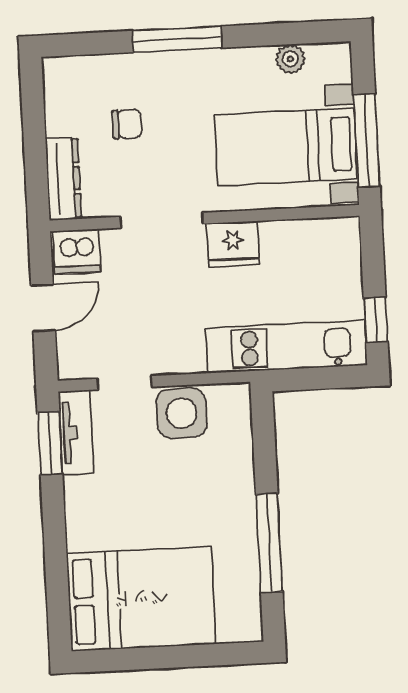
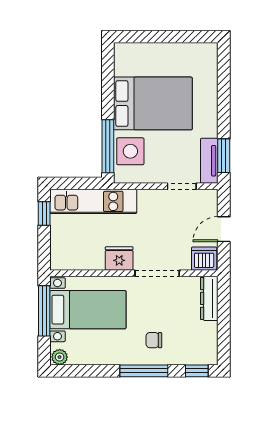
window: (80, 44) -> (197, 371), added
plant: (290, 59) -> (60, 357), moved
chair: (127, 124) -> (154, 340), moved
side table: (181, 413) -> (130, 151), moved
window: (269, 543) -> (108, 146), moved
bed: (141, 599) -> (153, 103), moved, turned 180

